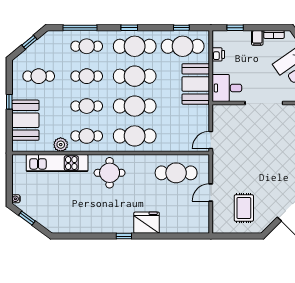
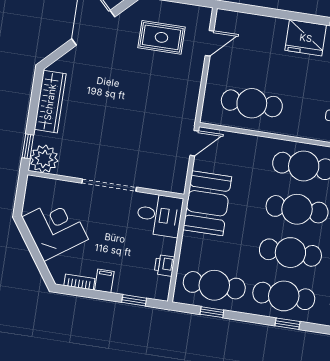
booth: (196, 84) -> (207, 203), moved
door: (211, 193) -> (210, 43), moved
rug: (244, 208) -> (161, 37), turned 90

